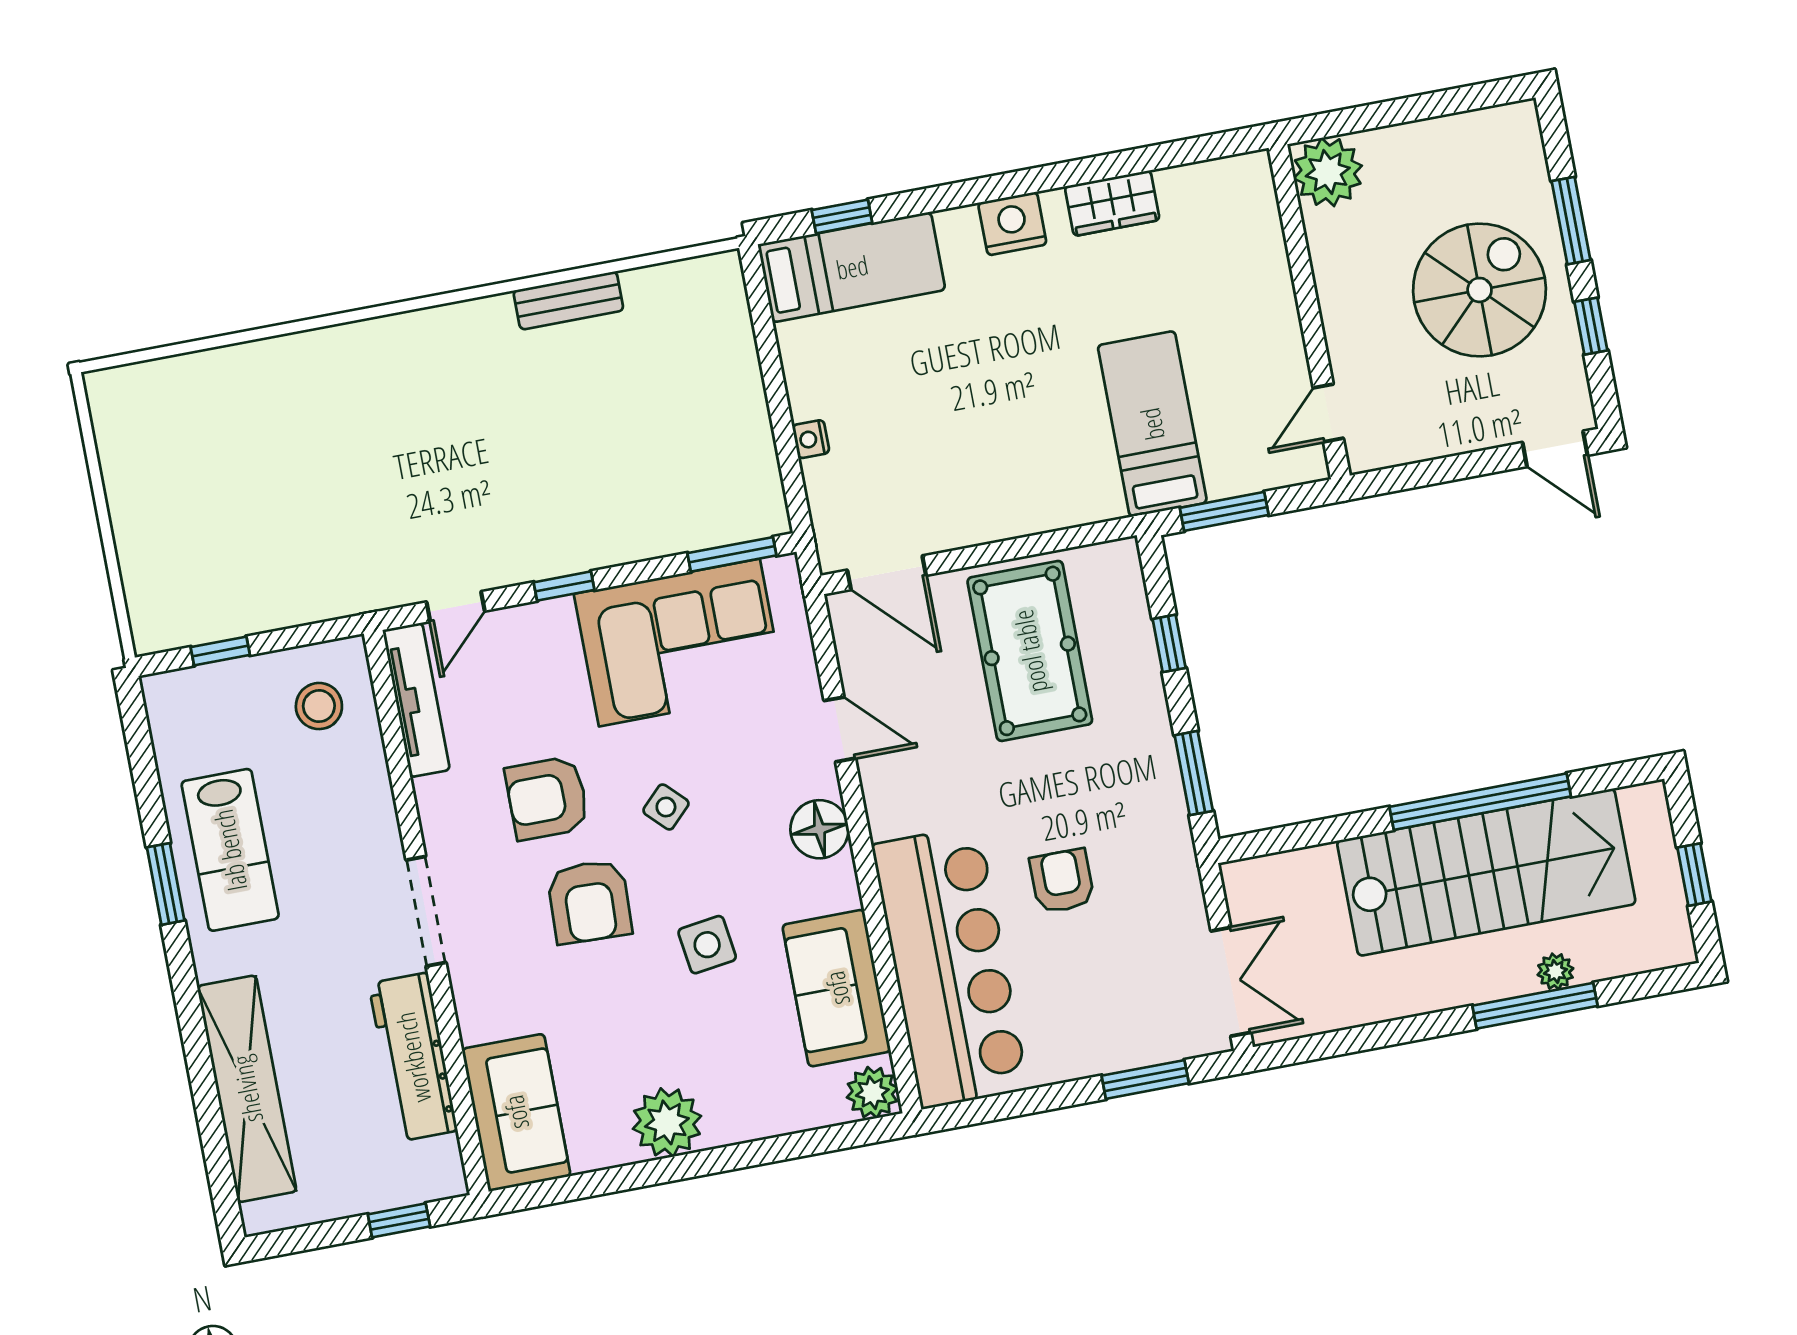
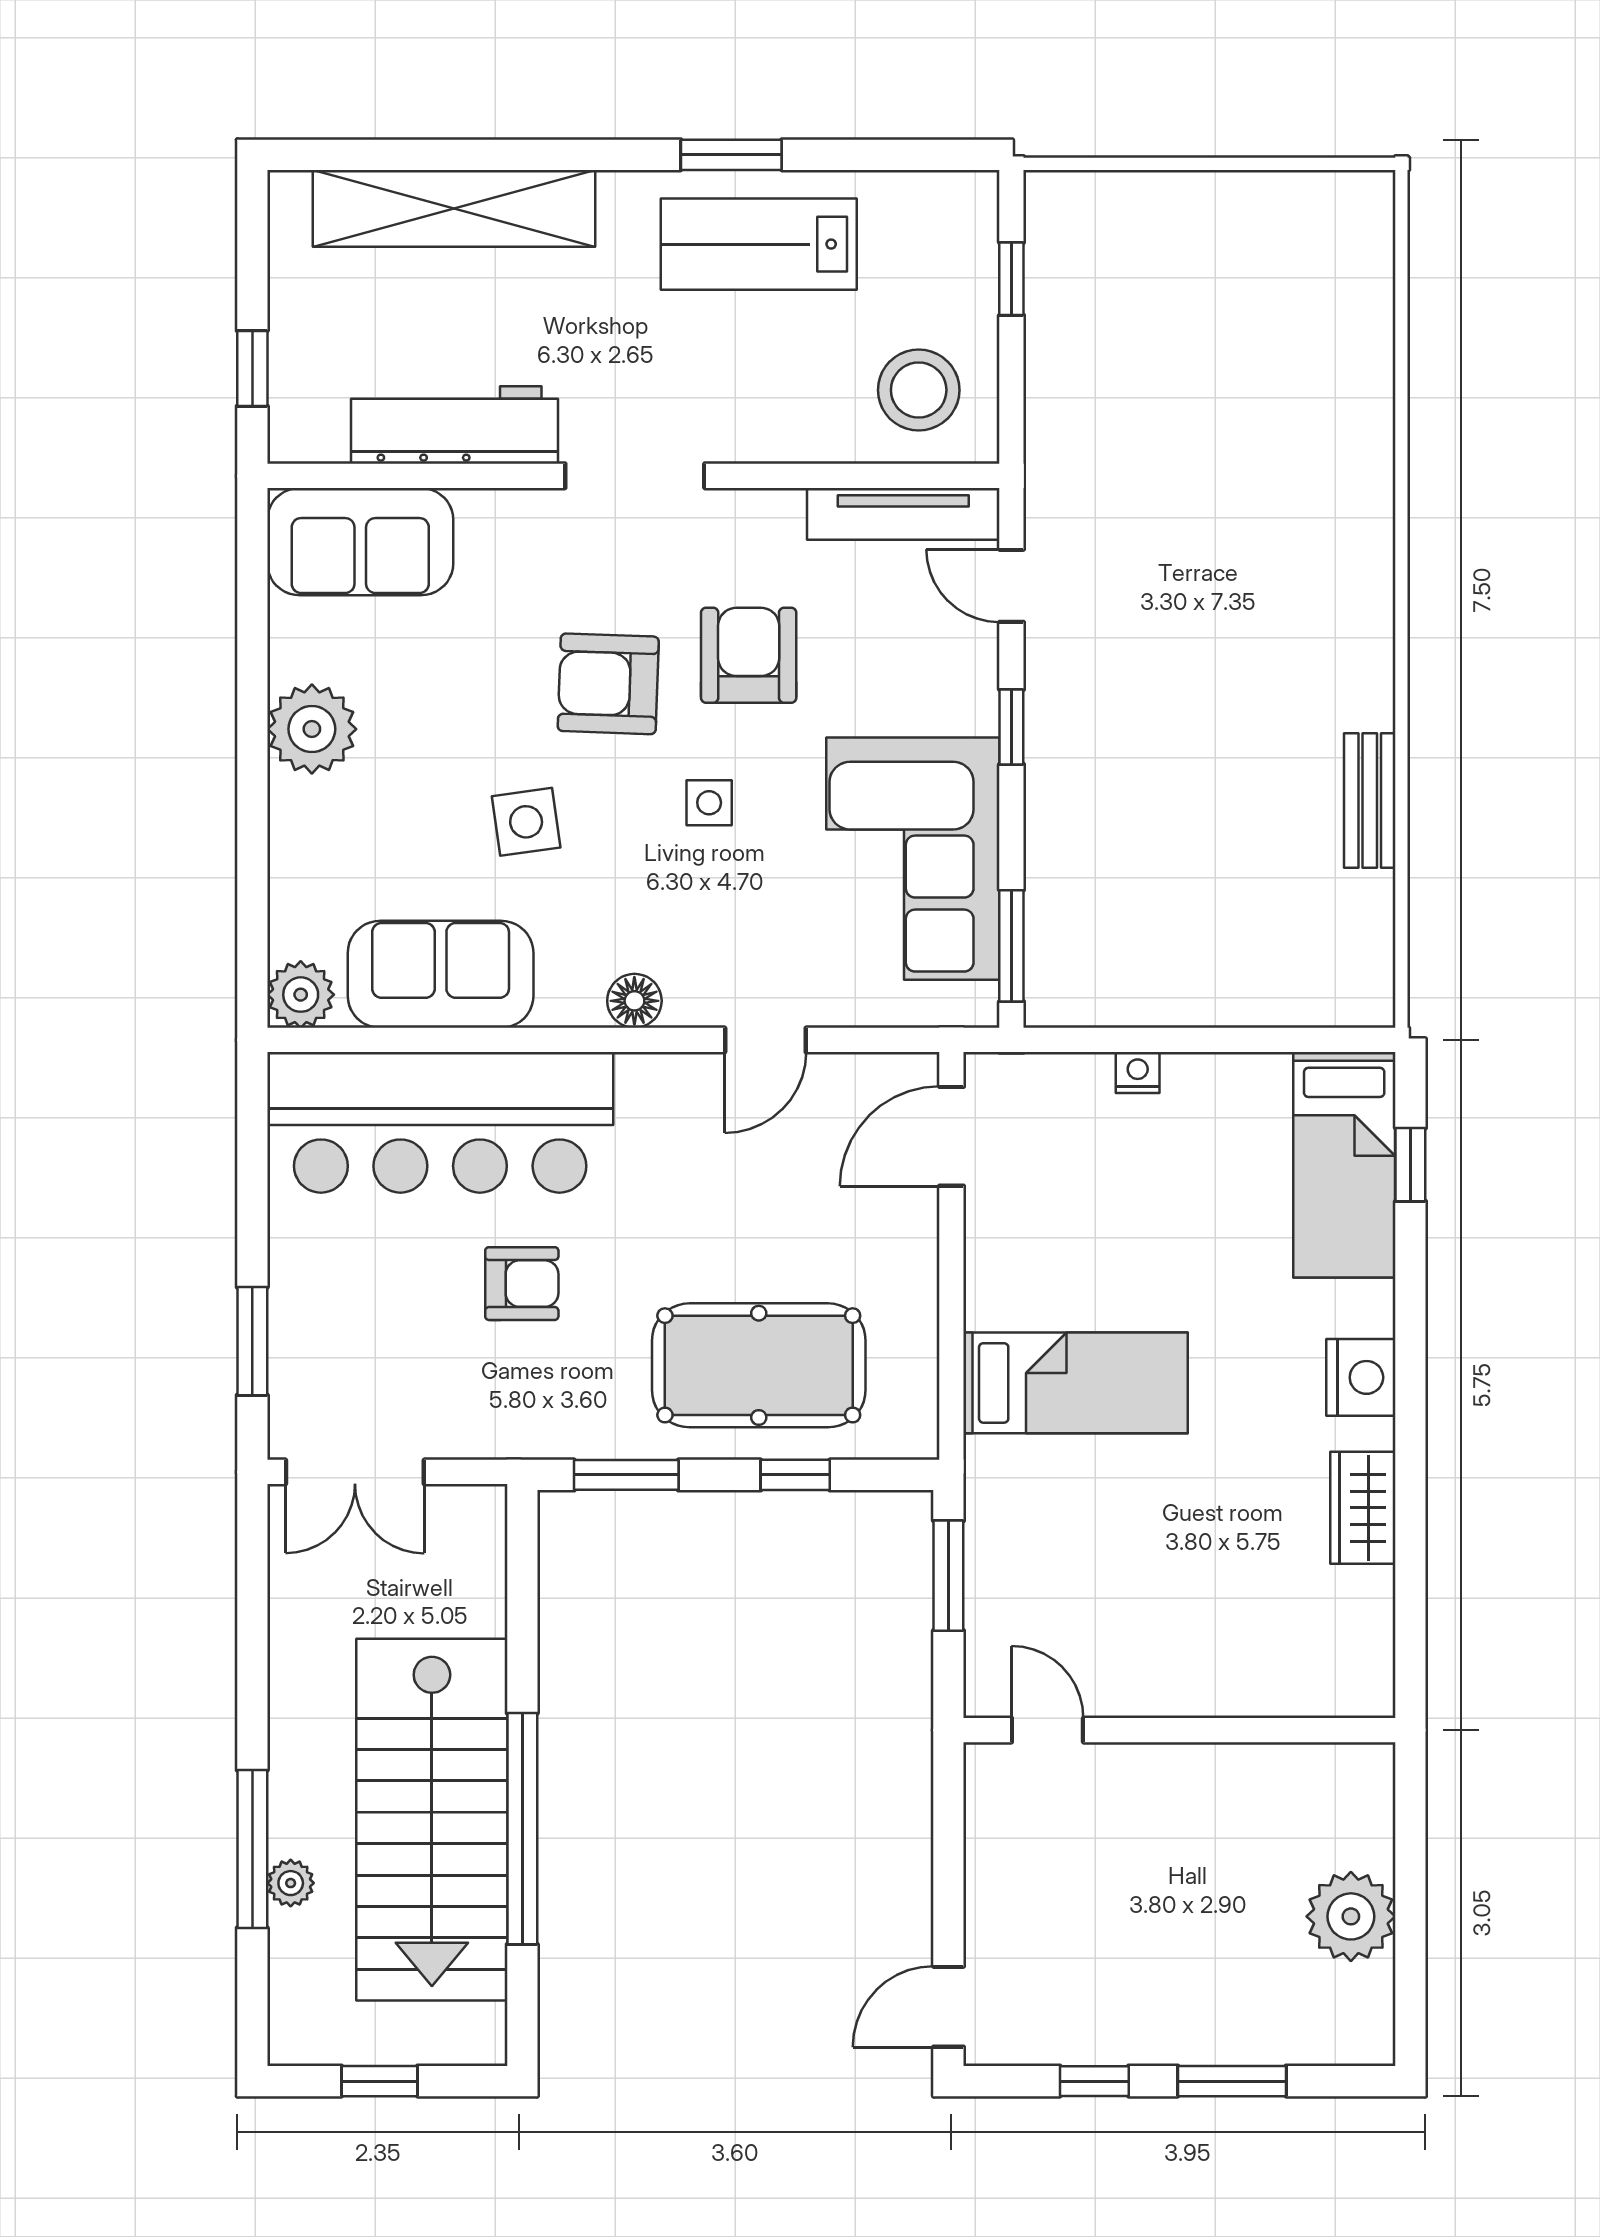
plant: (1328, 172) -> (1351, 1916), moved
spiral stairs: (1480, 290) -> (1166, 1950), removed
bed: (1152, 424) -> (1076, 1383), moved
pool table: (1030, 651) -> (759, 1365), moved
stool: (319, 706) -> (919, 390), width x1.38, depth x1.38
side table: (666, 807) -> (709, 803), turned 45
floor lamp: (819, 829) -> (634, 1001), width x0.73, depth x0.73

